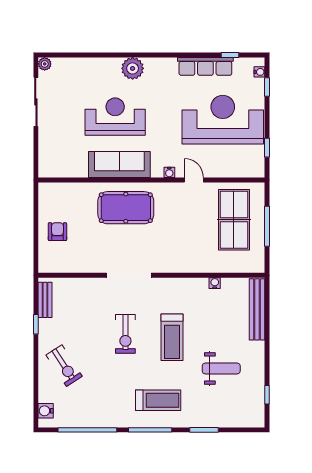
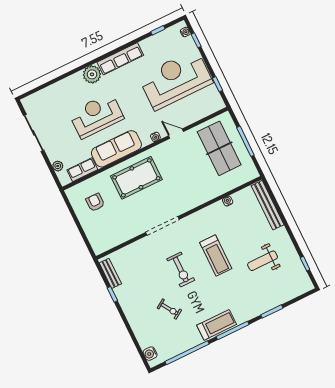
plant: (45, 64) -> (58, 166), moved
row of seats: (205, 66) -> (120, 59), moved
row of seats: (70, 169) -> (82, 170), added
armchair: (57, 232) -> (95, 202), moved
exercise bike: (64, 366) -> (169, 309), moved, width x0.73, depth x0.72
weight bench: (221, 368) -> (263, 261), turned 180
treadmill: (158, 400) -> (217, 325), moved

